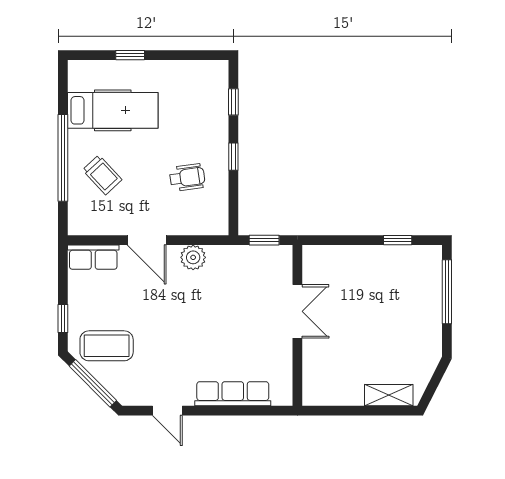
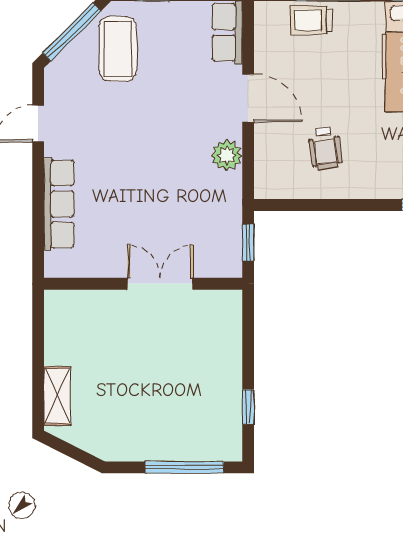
window: (233, 157) -> (351, 205), removed
trolley: (102, 175) -> (311, 20), moved, turned 43
door: (147, 240) -> (248, 98), swing flipped
double door: (297, 311) -> (160, 284), swing flipped

